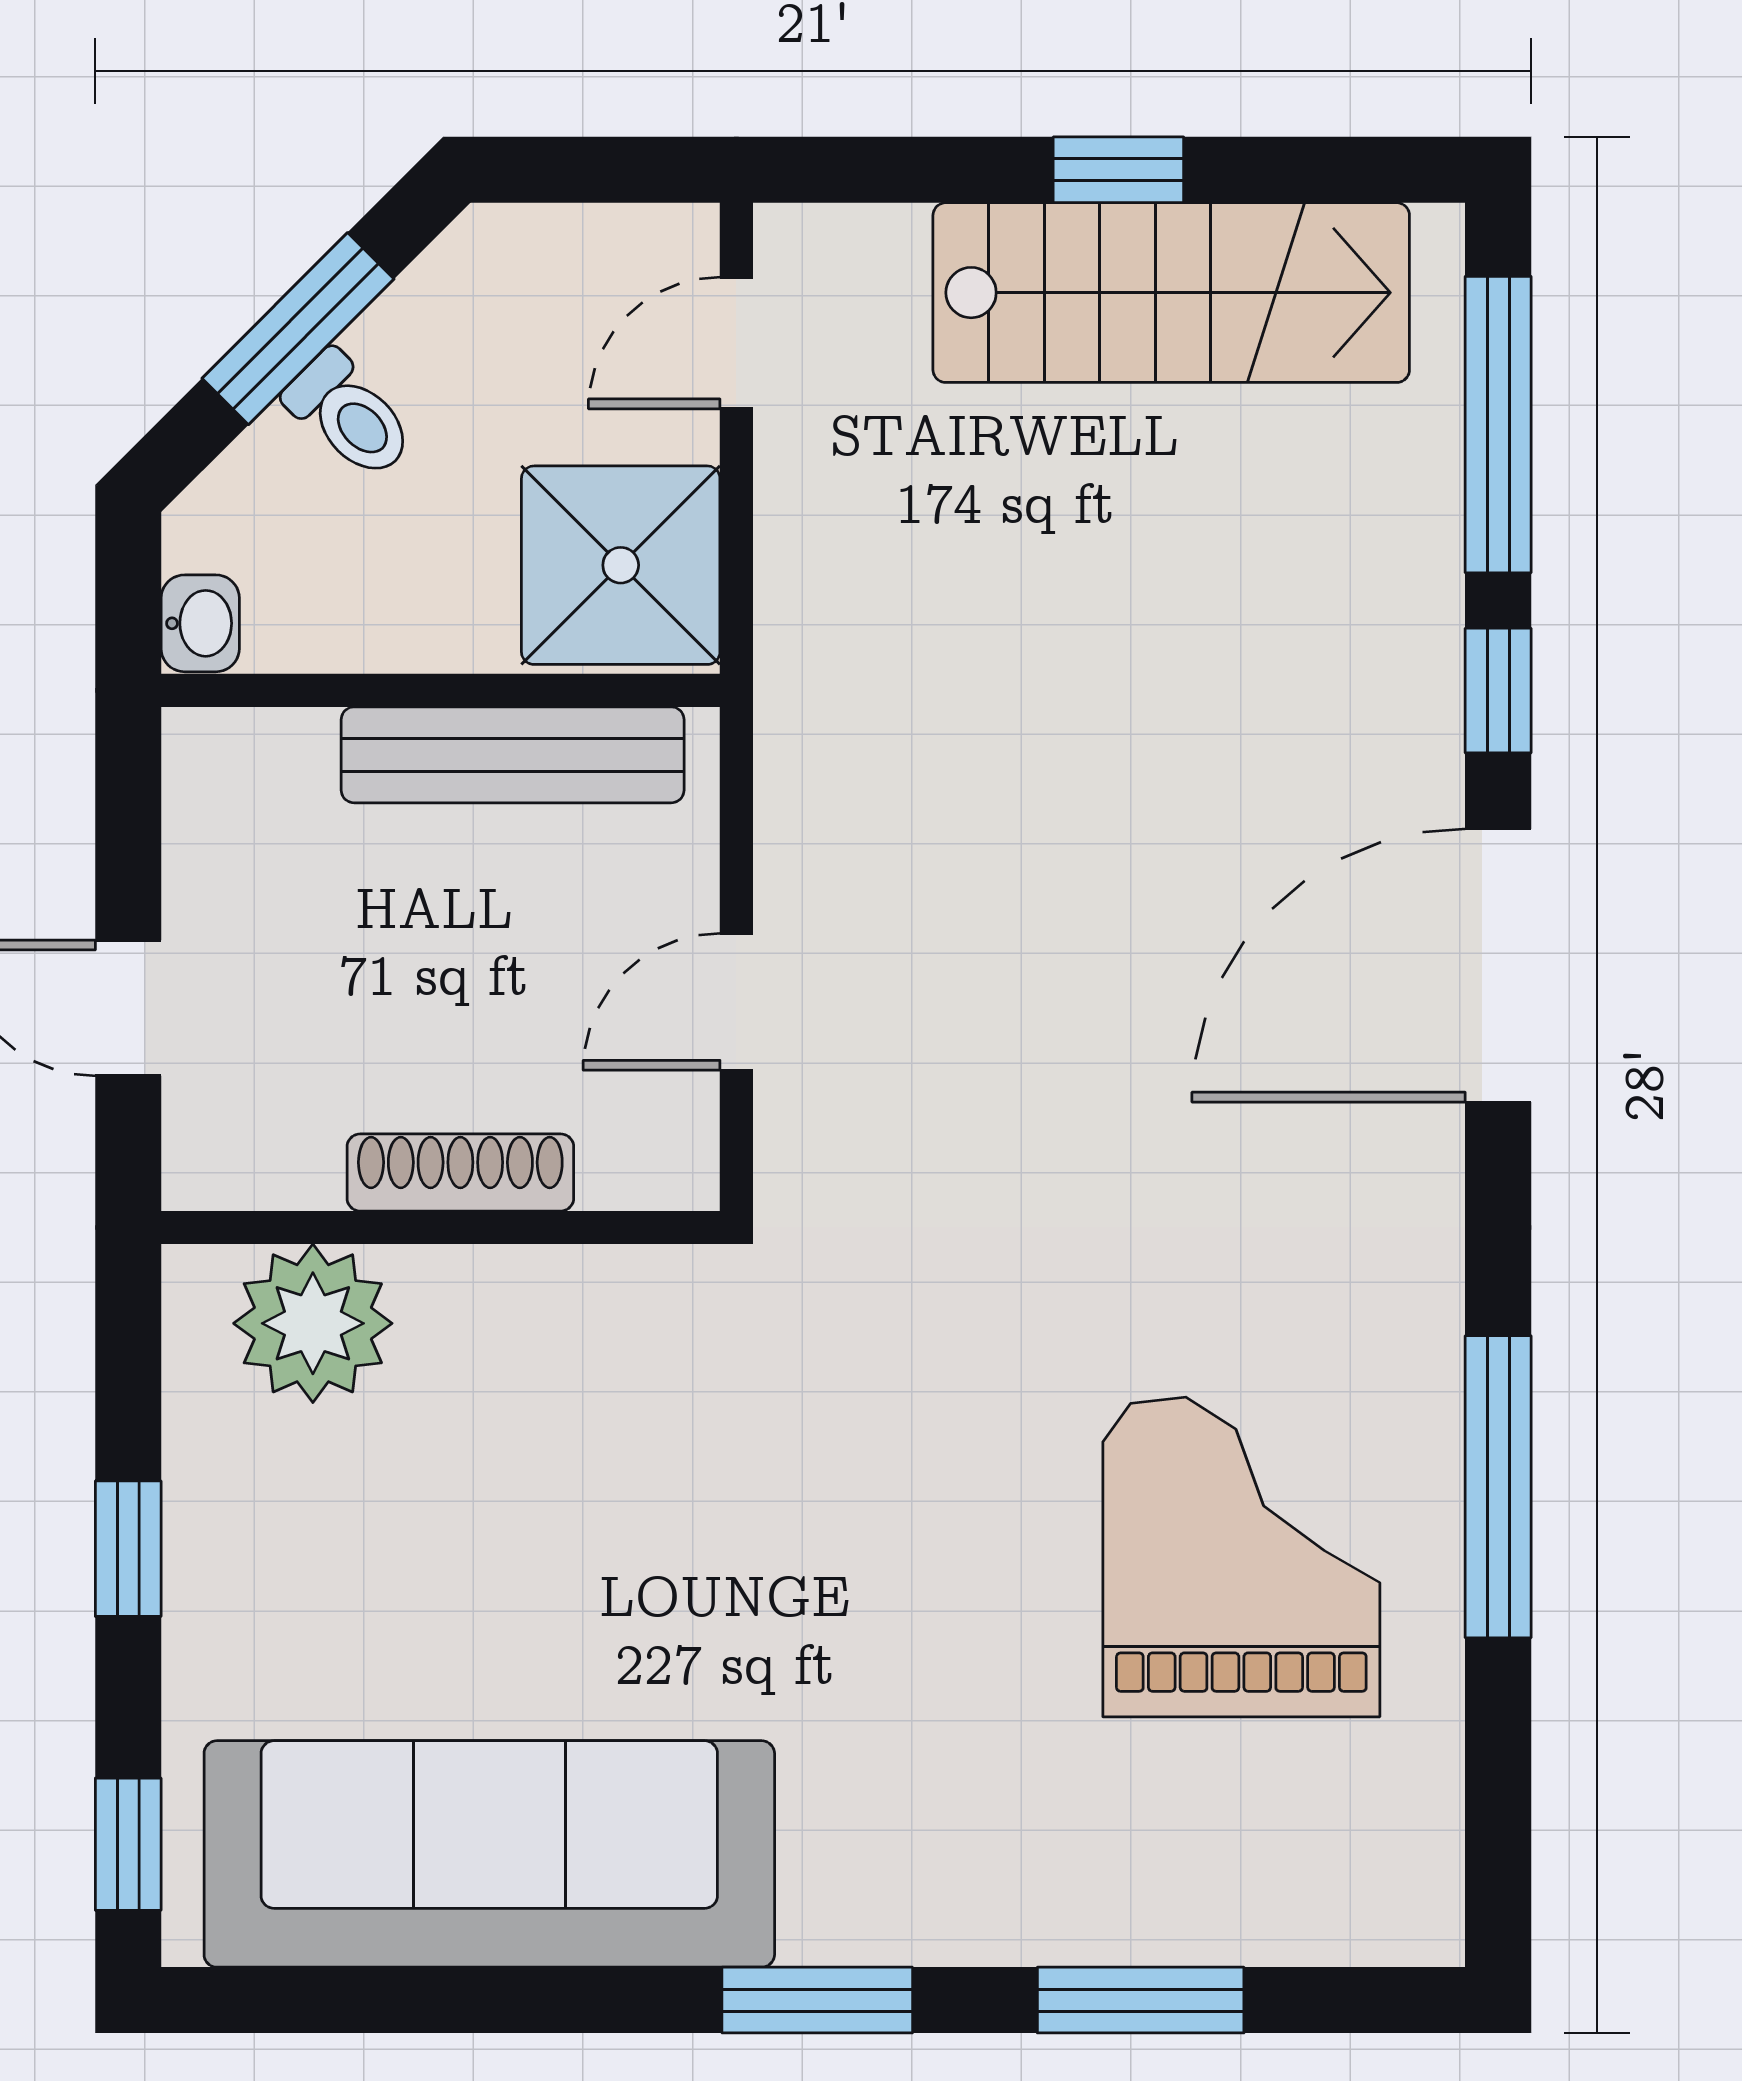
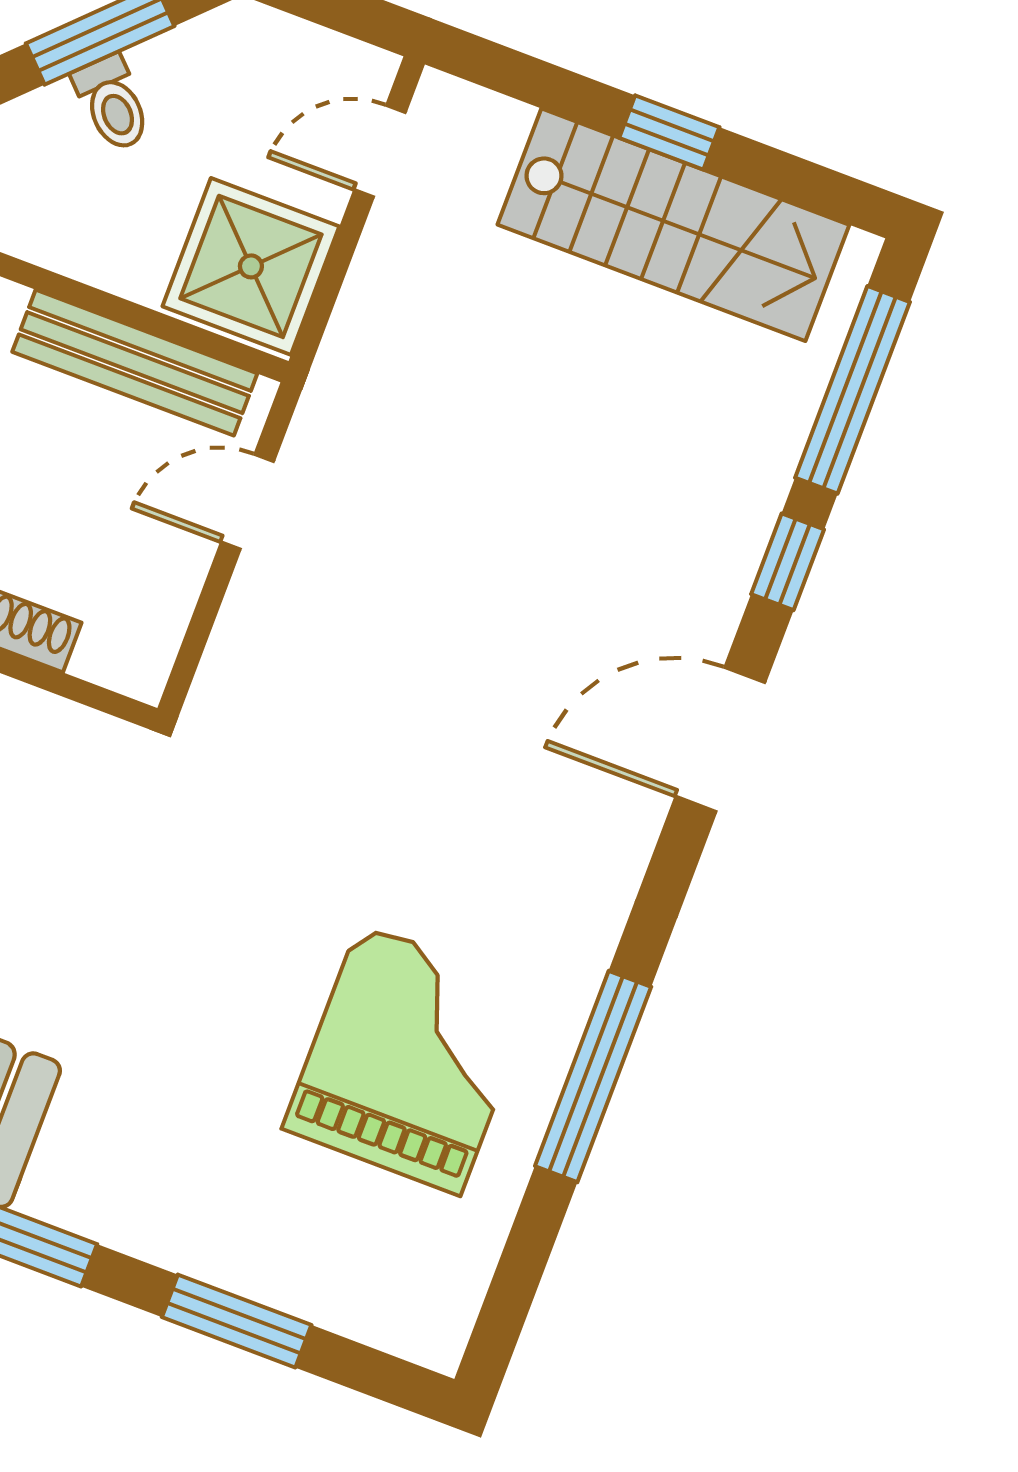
door: (1498, 965) -> (720, 739), width x0.73
door: (736, 1002) -> (248, 502), moved

